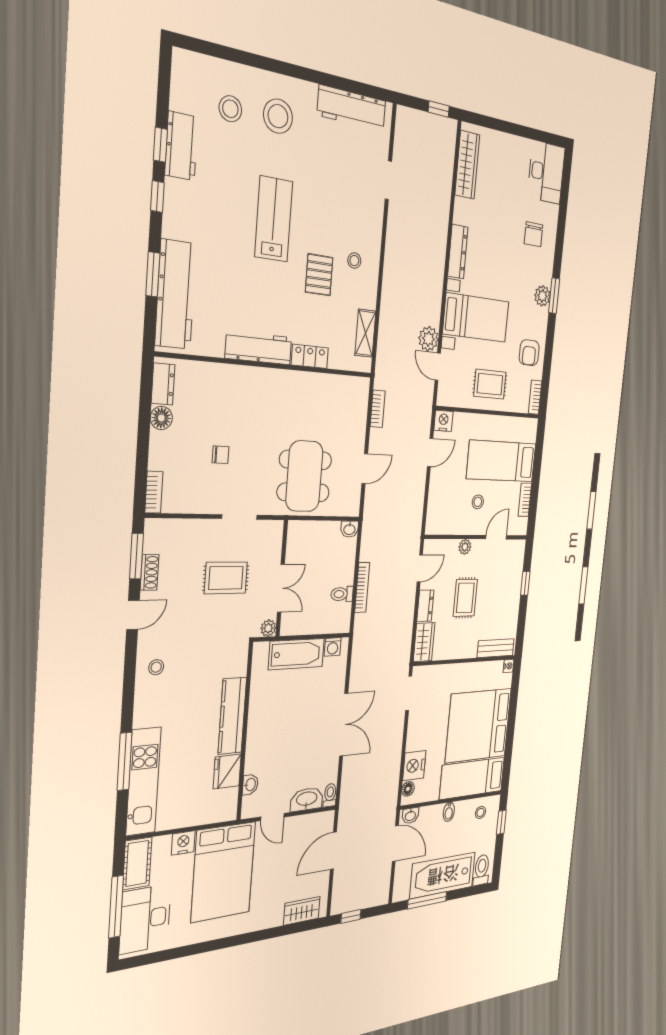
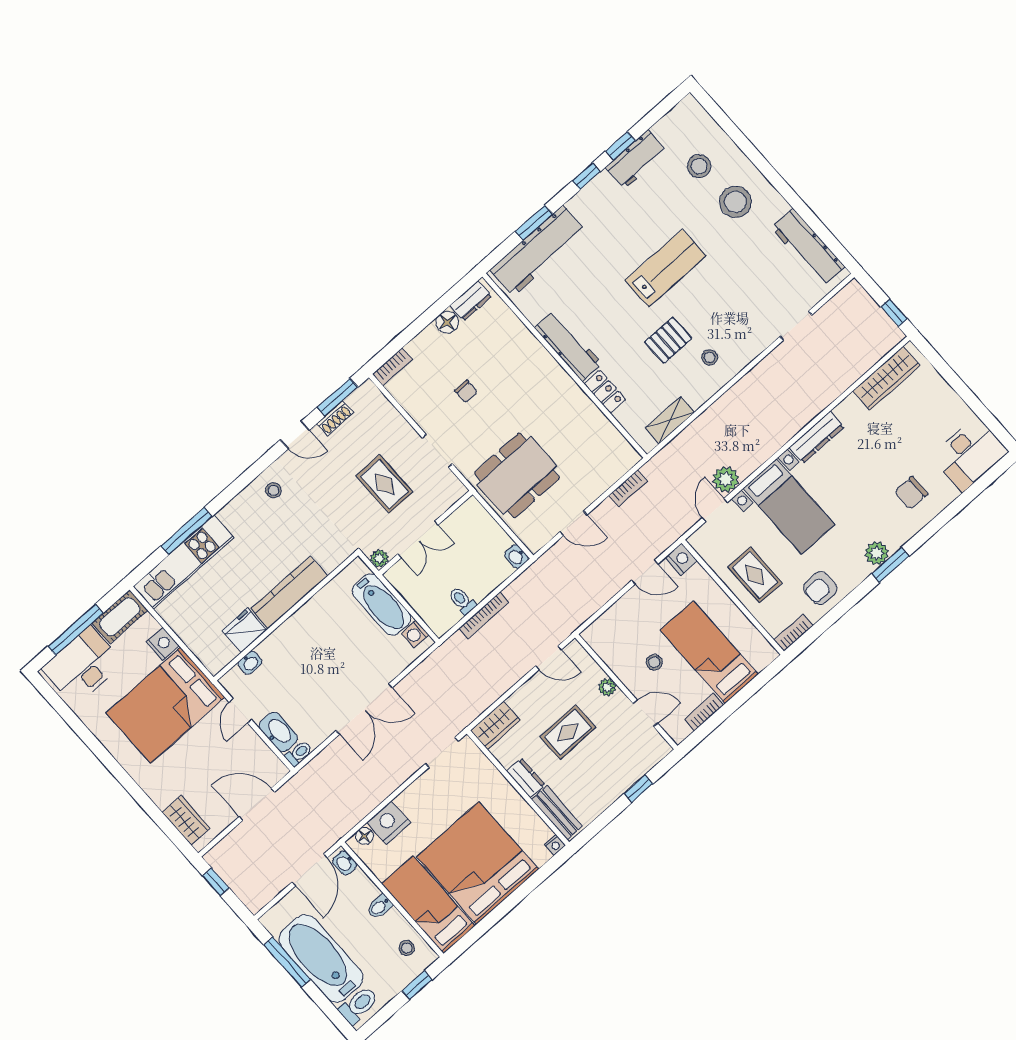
dresser: (425, 606) -> (526, 778), moved, turned -90

